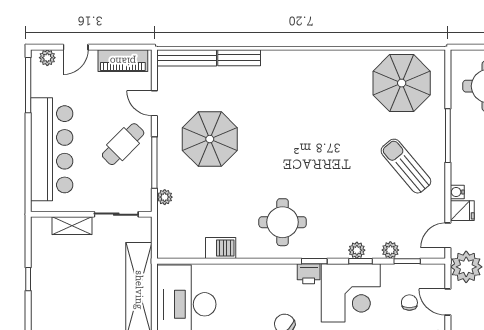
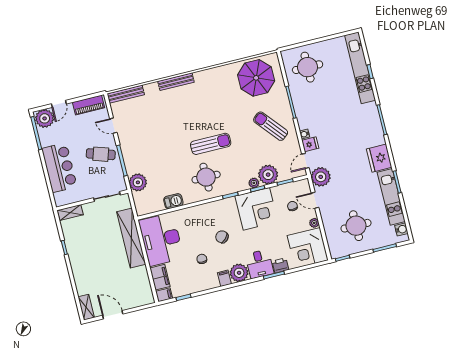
plant: (47, 58) -> (45, 118), width x1.88, depth x1.88
bench: (239, 58) -> (176, 82), moved, width x1.36
parasol: (210, 139) -> (151, 139), removed
cafe table: (123, 144) -> (101, 154), turned 63
bar counter: (52, 149) -> (59, 168), width x0.73
sun lounger: (303, 171) -> (211, 144), added
plant: (165, 197) -> (138, 182), width x1.87, depth x1.87
shelving: (72, 226) -> (70, 213), moved
plant: (390, 250) -> (268, 175), width x1.88, depth x1.88
printer: (309, 274) -> (229, 204), removed

